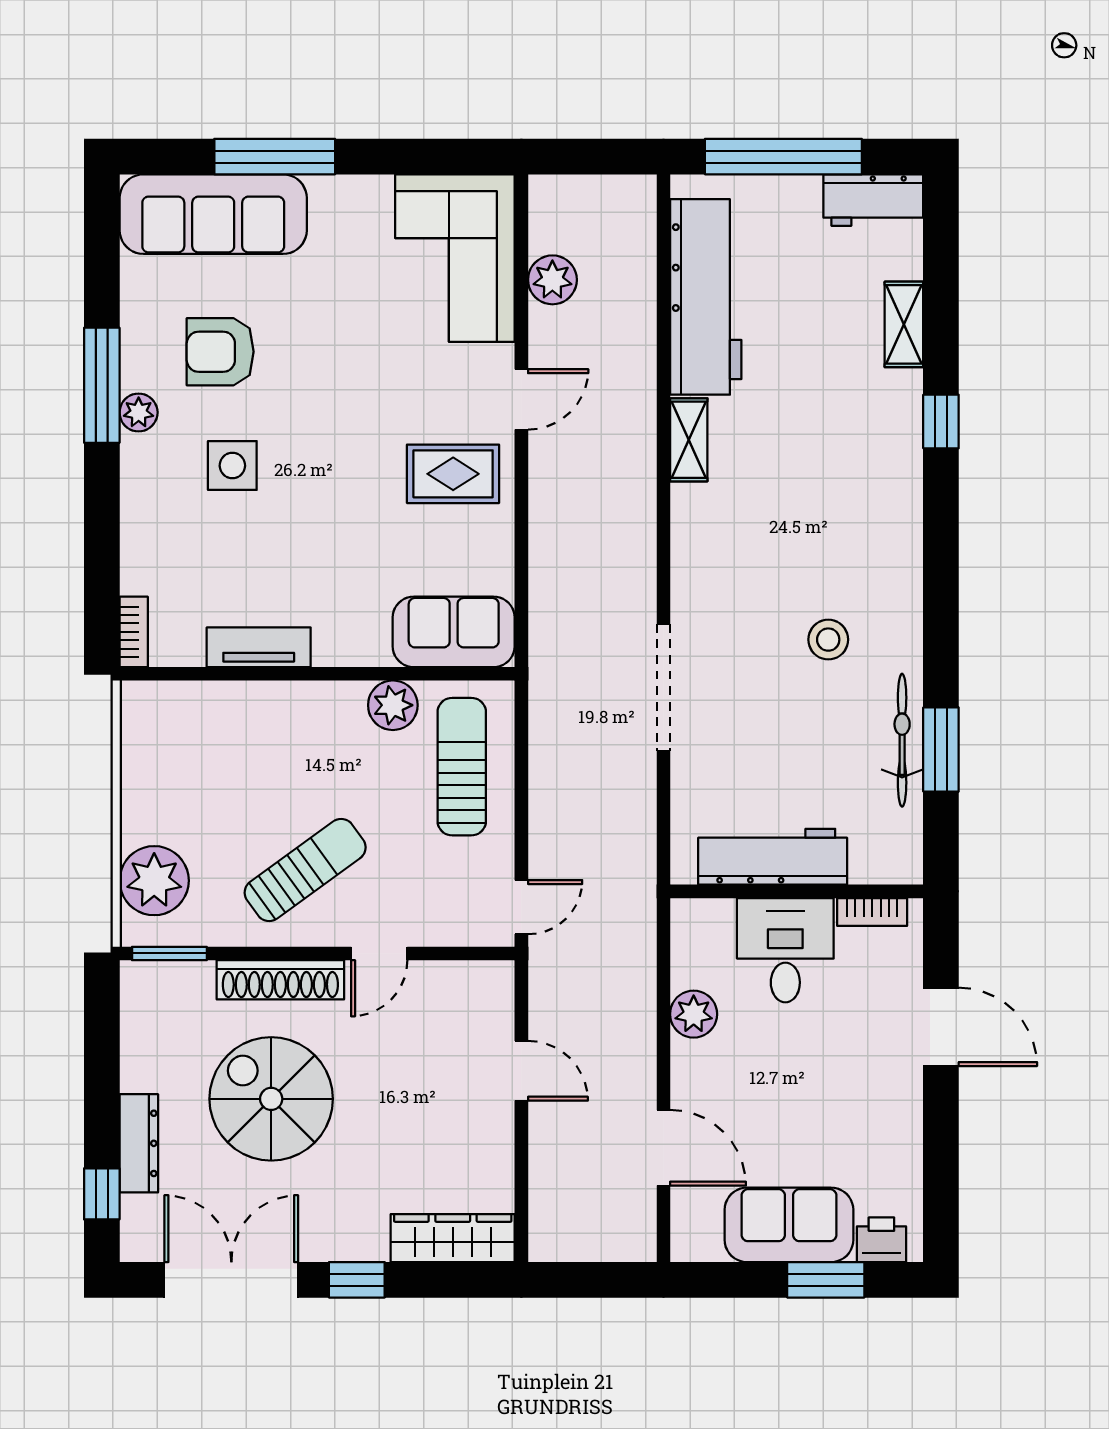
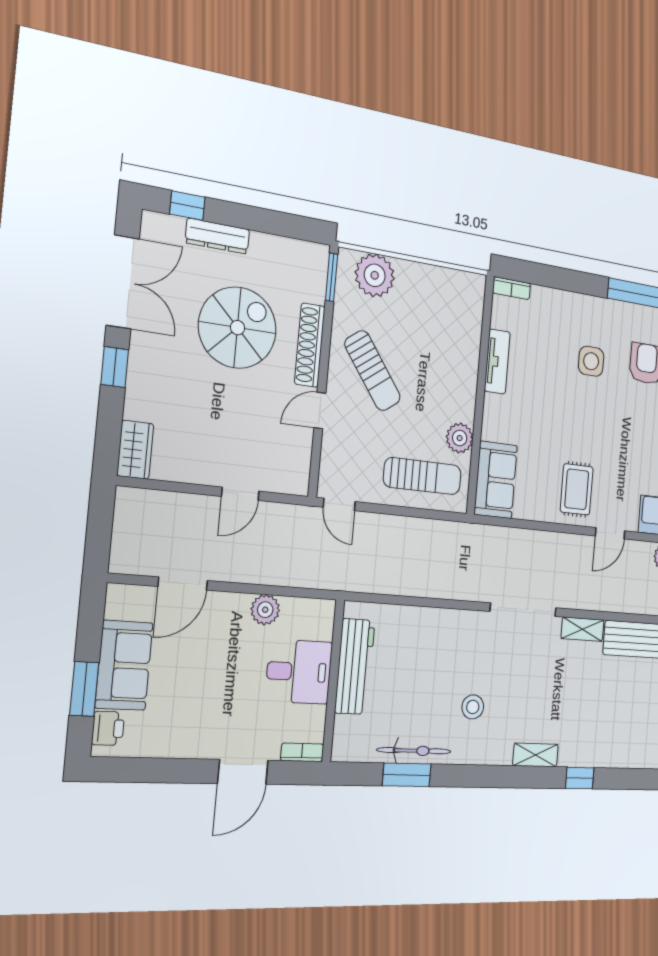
shelving: (904, 324) -> (535, 755), moved
door: (521, 399) -> (610, 533), hinge flipped
plant: (139, 412) -> (621, 312), removed
doorway: (663, 688) -> (523, 610), moved
bookcase: (872, 912) -> (302, 752), moved, turned 90
door: (379, 953) -> (320, 411), hinge flipped
wardrobe: (453, 1238) -> (135, 450), width x0.67

